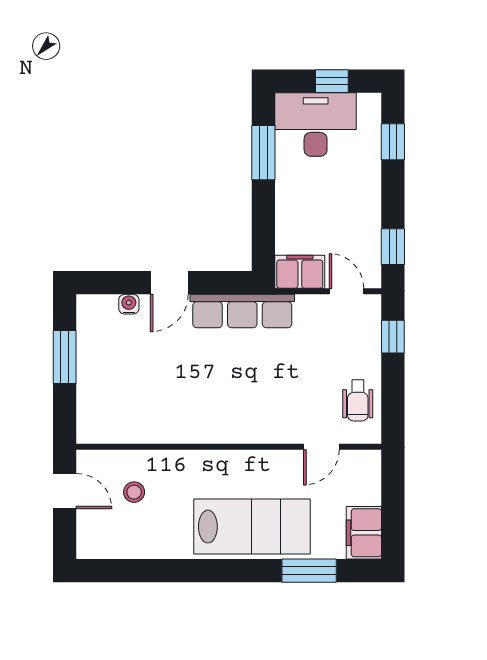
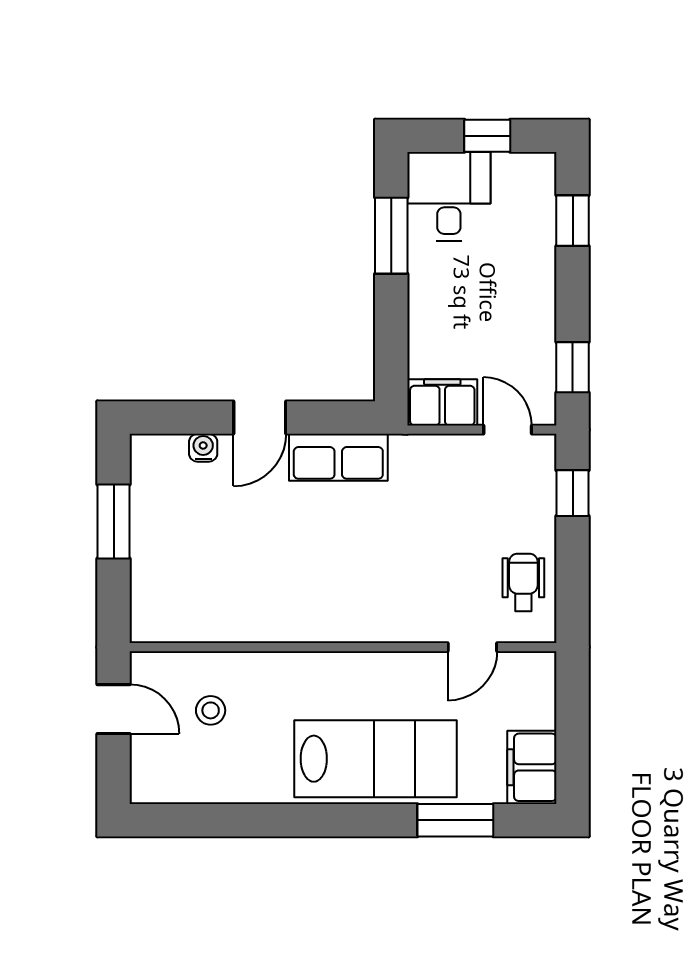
desk: (316, 125) -> (449, 197), width x0.73
row of seats: (242, 311) -> (338, 457), width x0.68
wheelchair: (358, 400) -> (523, 582), turned 180

